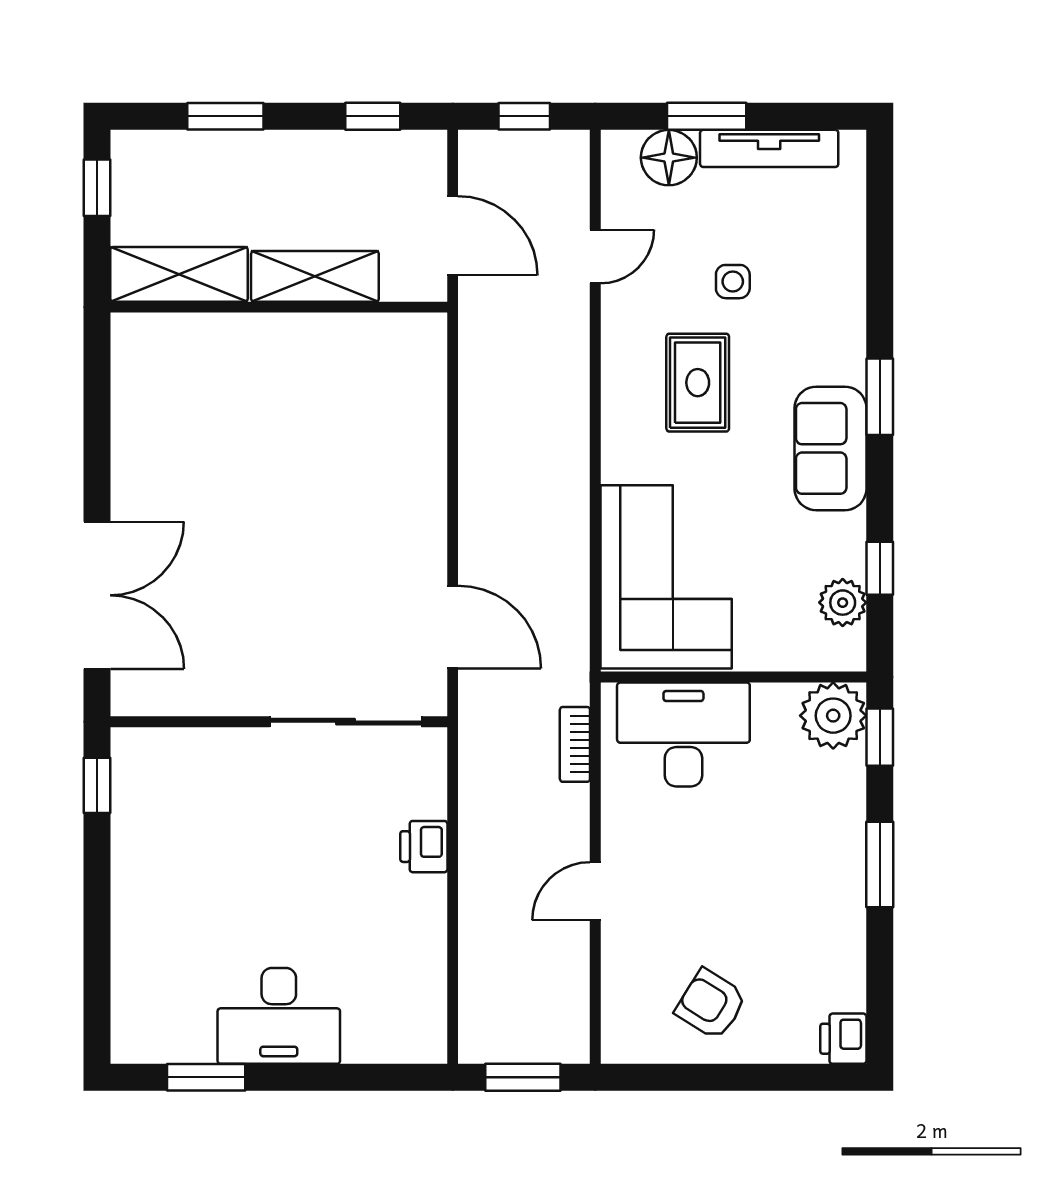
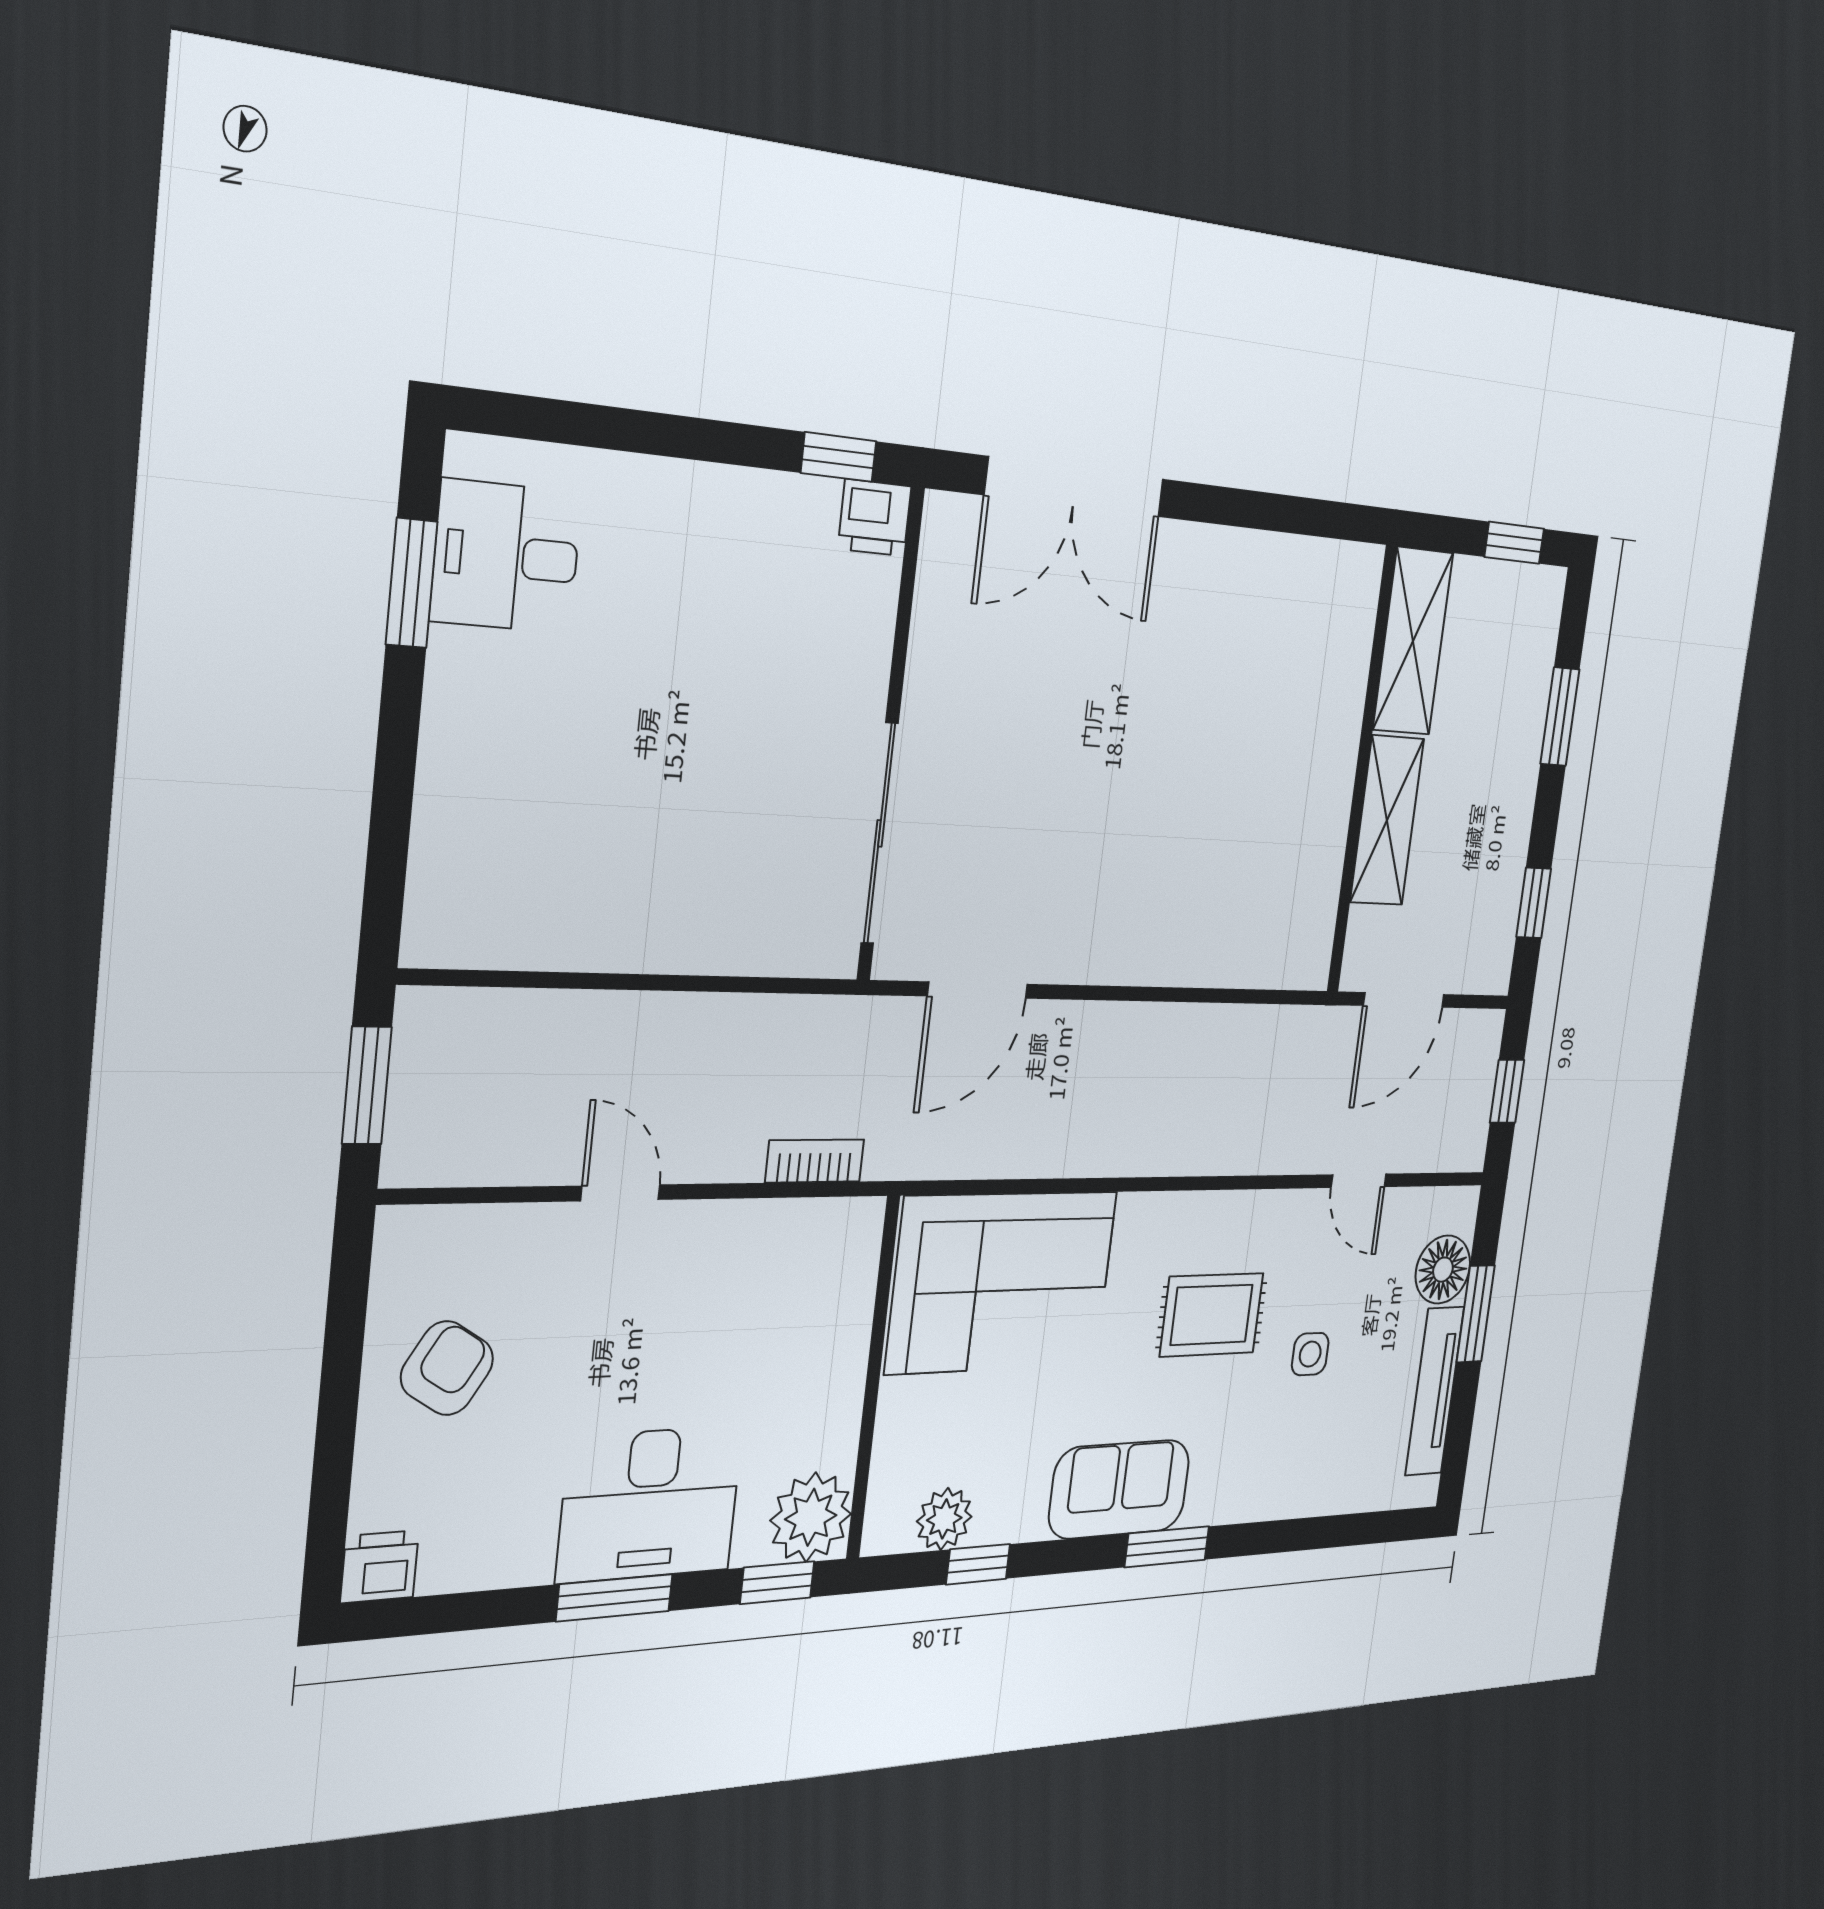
desk: (683, 734) -> (650, 1504), moved, turned 90
printer: (424, 847) -> (875, 518), moved, turned 180
desk: (279, 1016) -> (506, 557), moved, width x0.73

